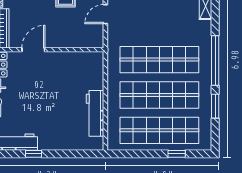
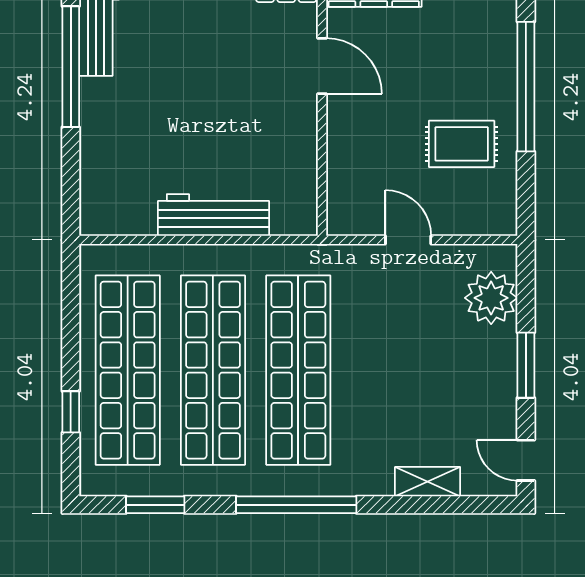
window: (215, 106) -> (155, 505), moved
workbench: (95, 113) -> (214, 215), moved
window: (34, 154) -> (71, 67), width x3.17

